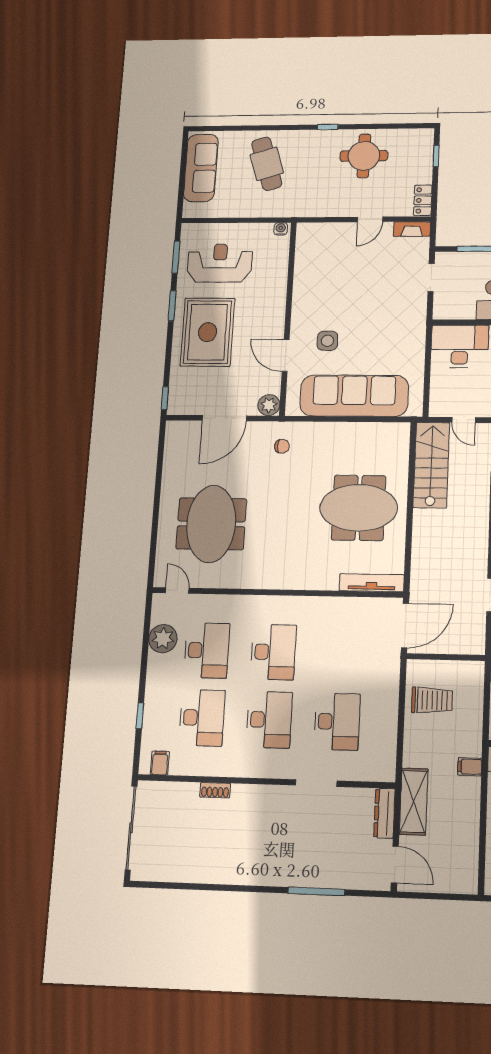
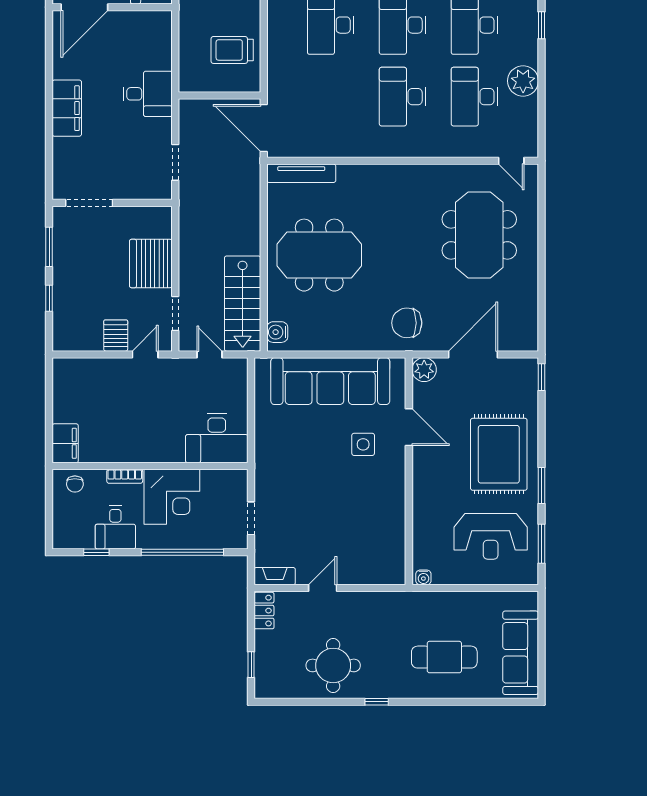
cafe table: (267, 164) -> (444, 657), turned -73
water cooler: (400, 439) -> (277, 332), added
chair: (282, 446) -> (407, 323), width x1.87, depth x1.87
door: (405, 626) -> (264, 128), hinge flipped
plant: (163, 639) -> (523, 81), moved

